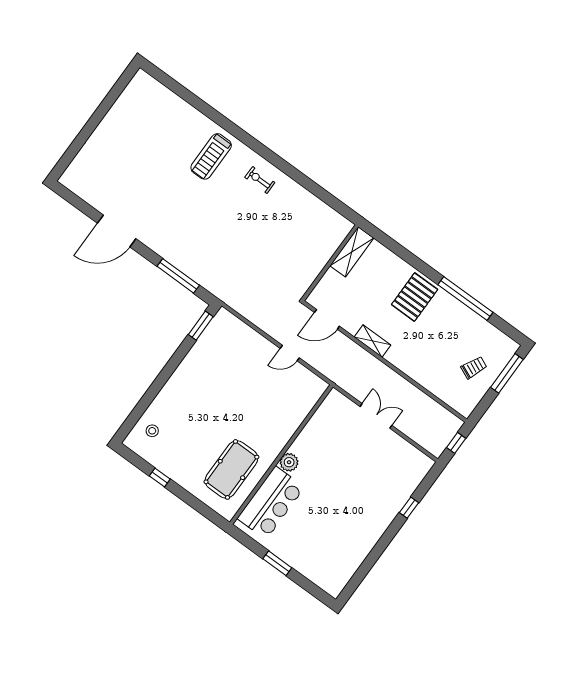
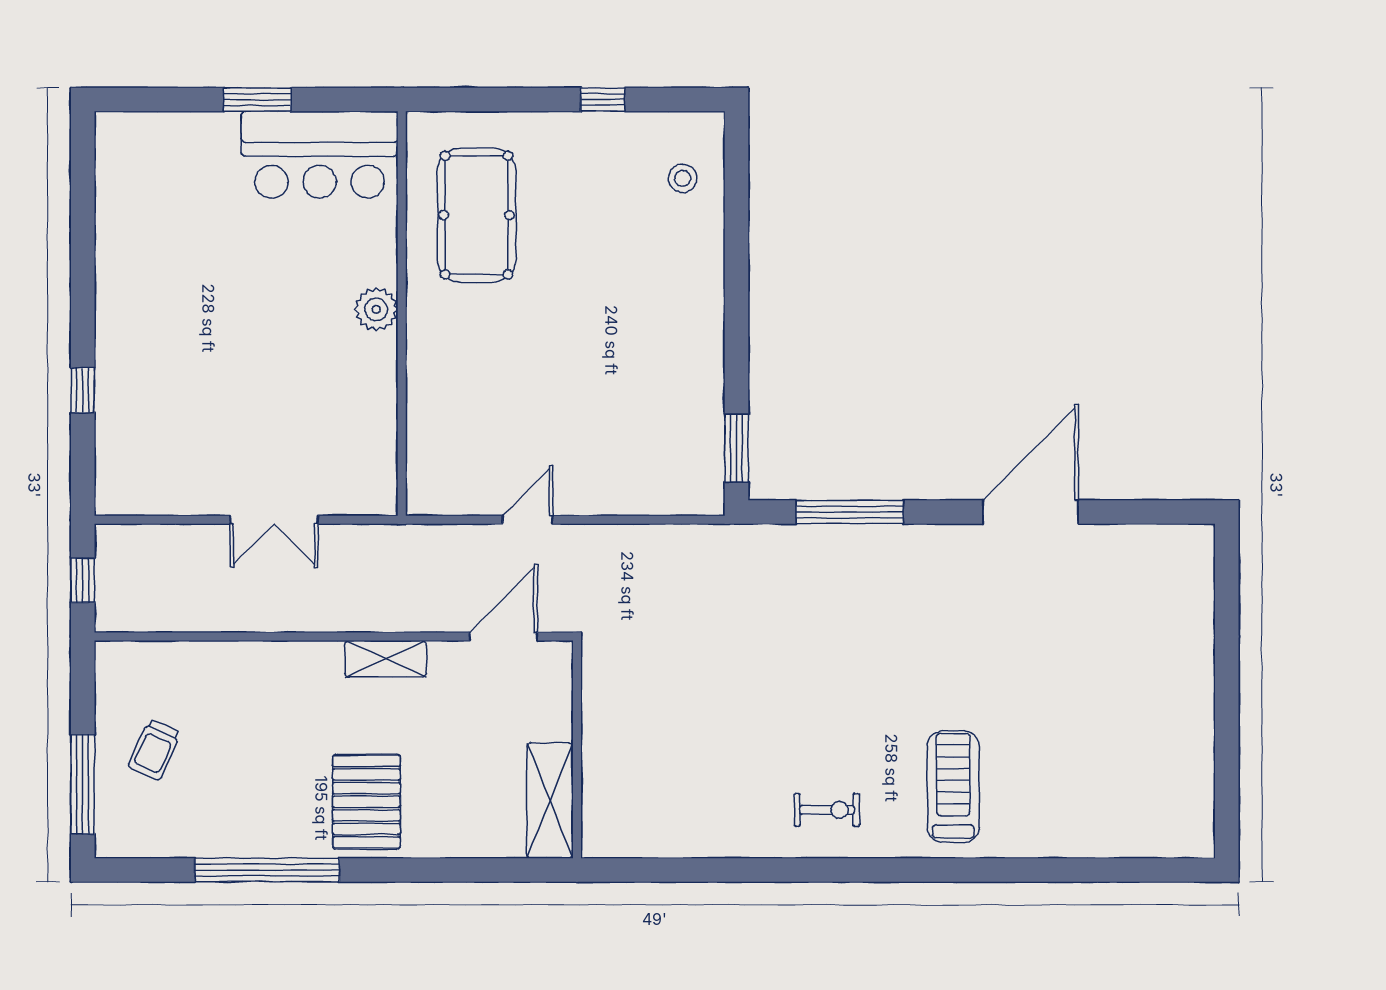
bar counter: (271, 503) -> (320, 155), moved, turned -90

